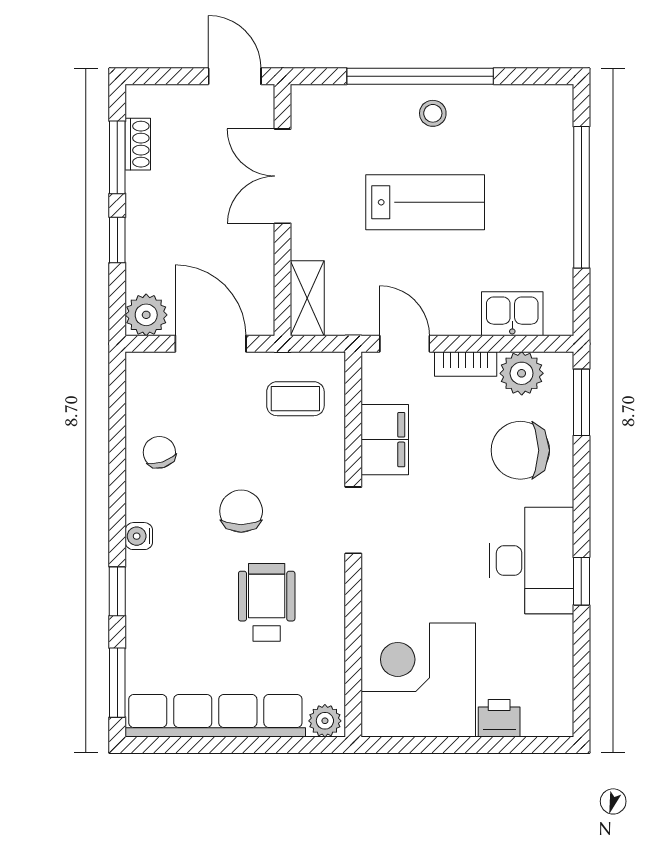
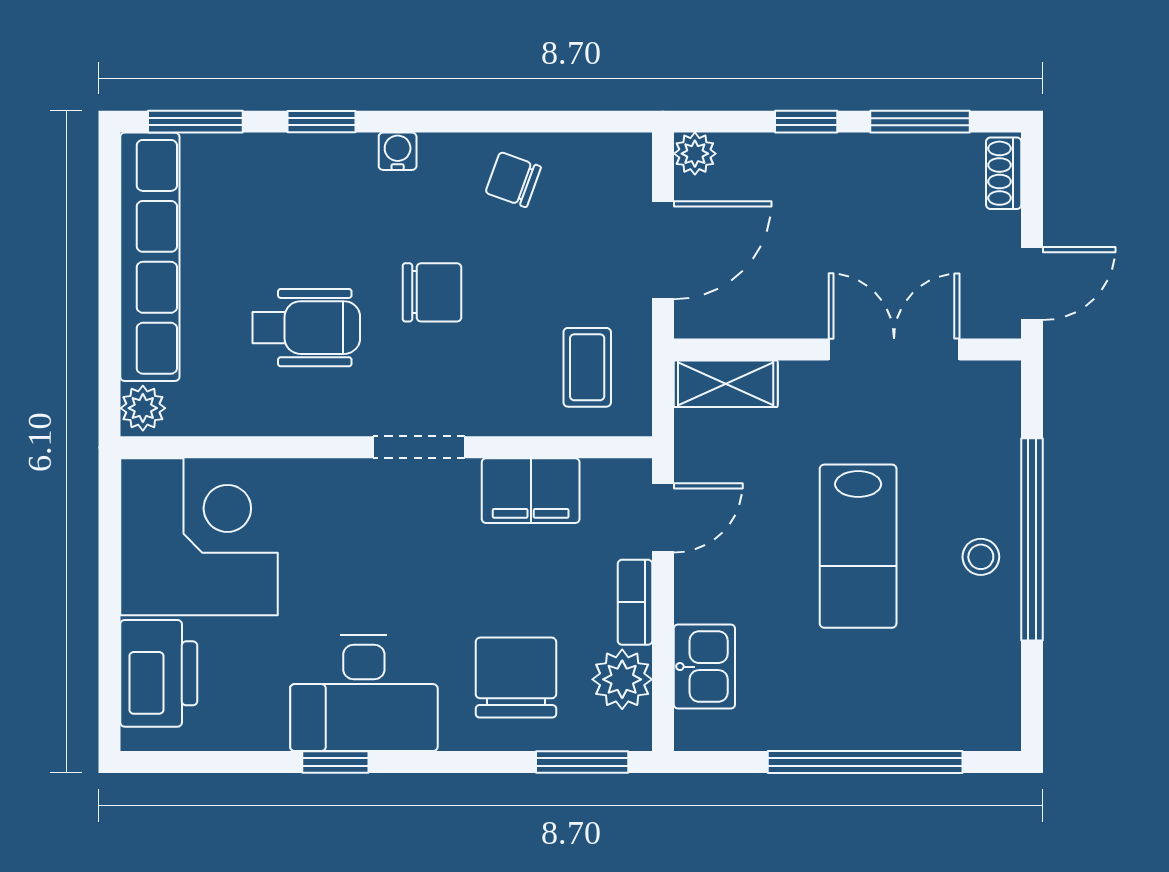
shoe rack: (138, 144) -> (1004, 173), moved, turned 90
plant: (146, 315) -> (695, 154), width x0.73, depth x0.73
chair: (159, 452) -> (513, 180), turned -142
printer: (499, 718) -> (159, 673), width x1.87, depth x1.48

